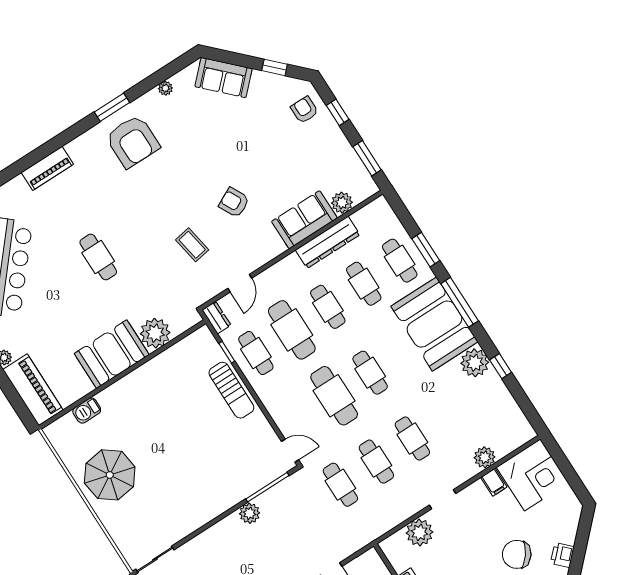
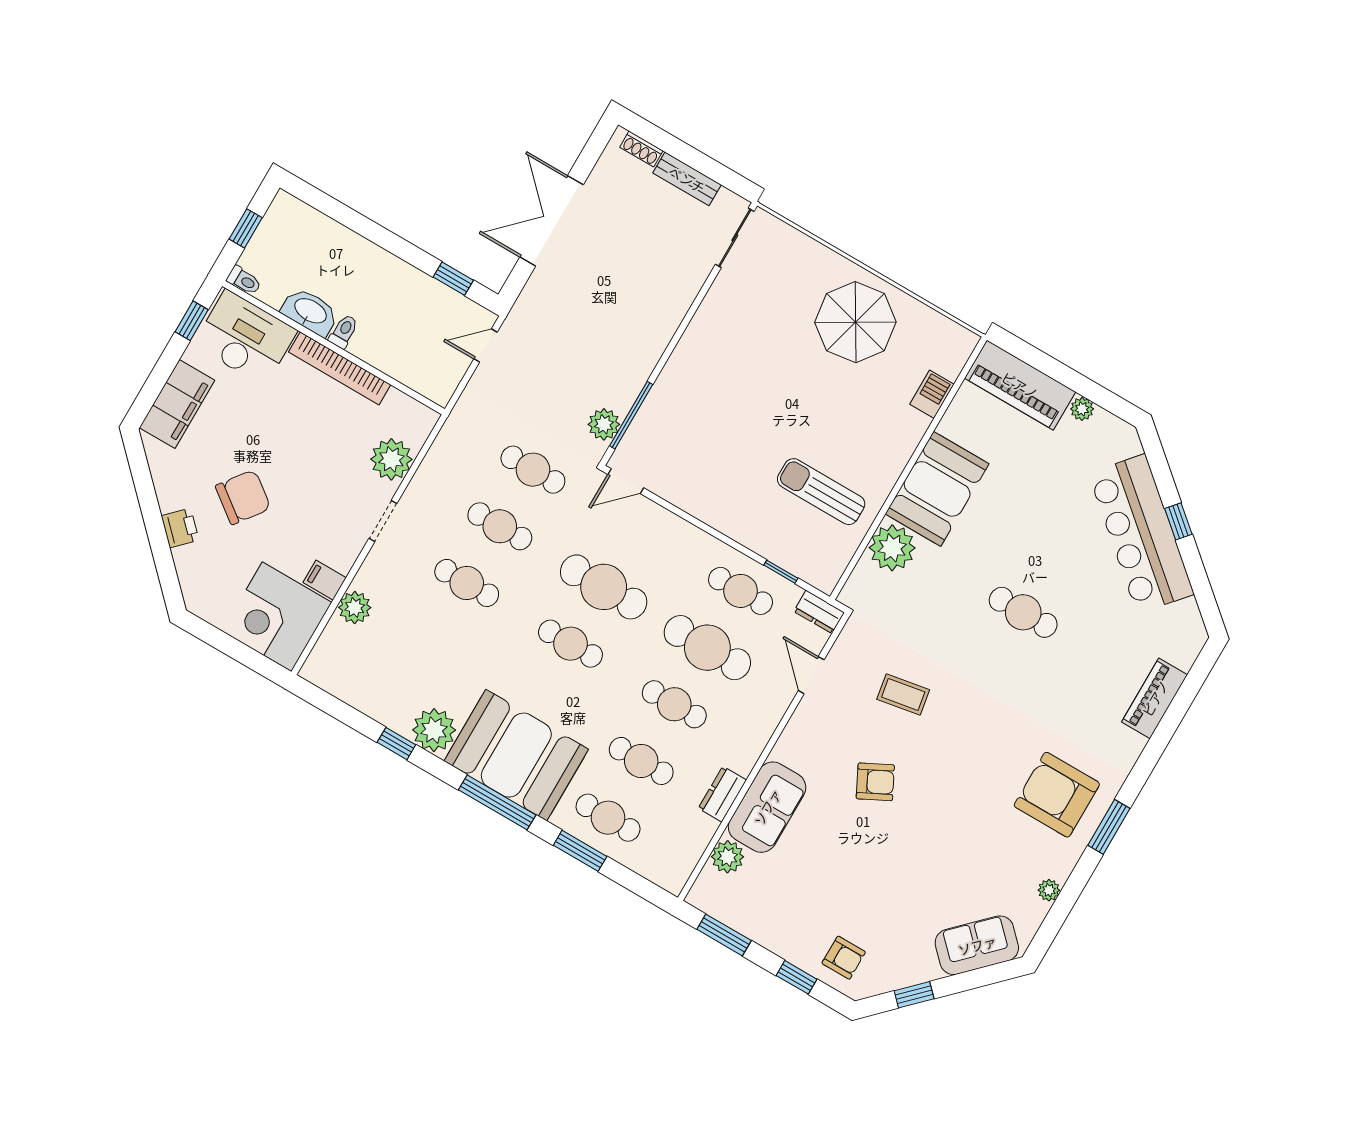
dresser: (328, 242) -> (722, 794), width x0.51, depth x0.80
sun lounger: (231, 390) -> (821, 492), moved
plant: (250, 513) -> (604, 424), moved

